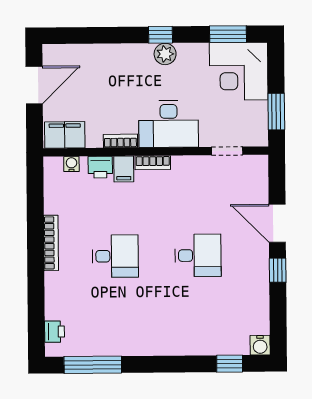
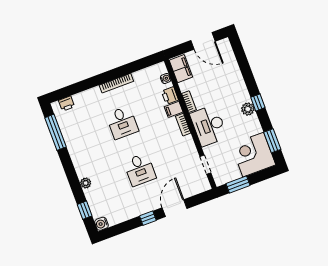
plant: (188, 347) -> (86, 183), added

